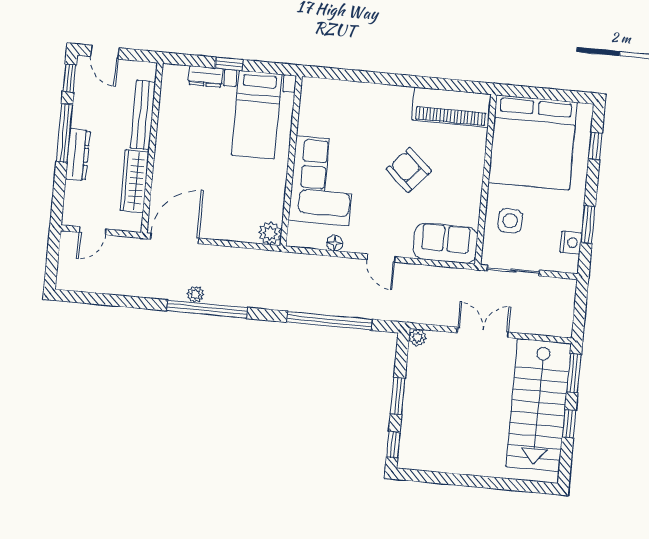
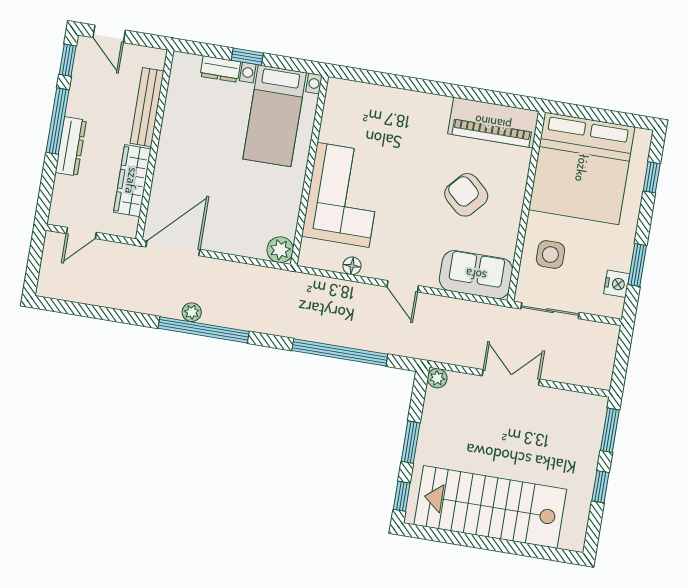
armchair: (409, 170) -> (466, 195), moved
stairs: (538, 405) -> (490, 507), moved, turned 90

